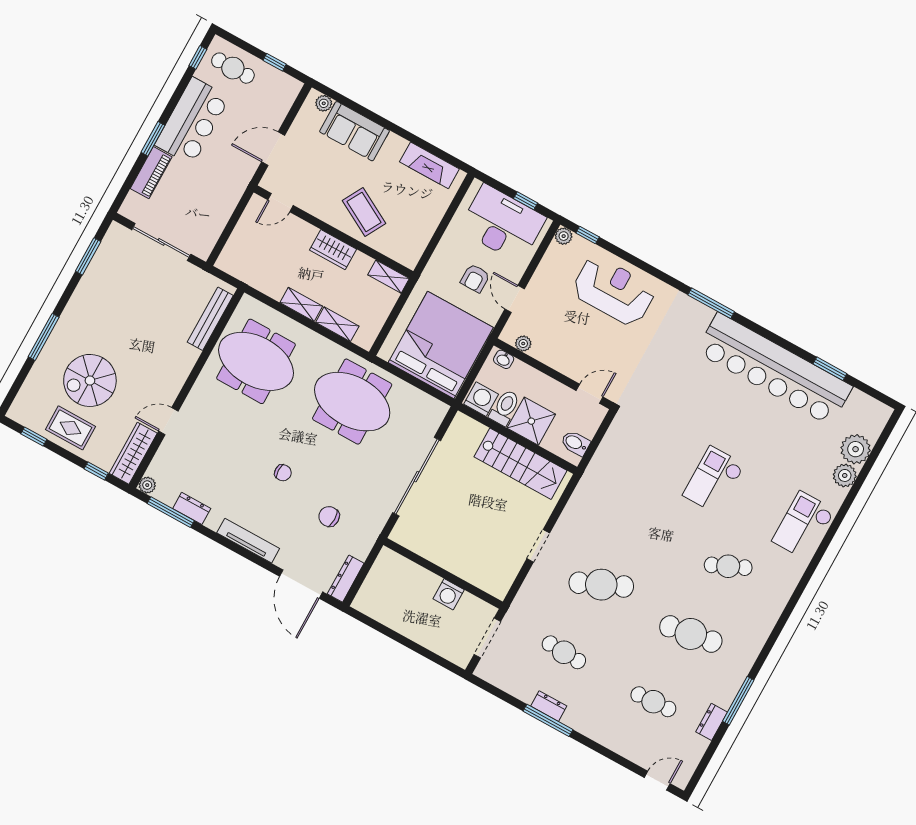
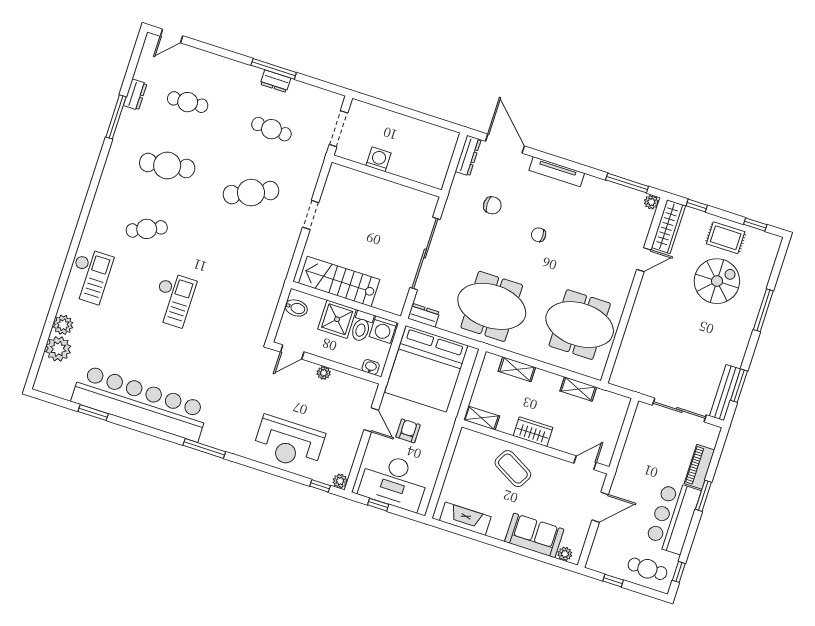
shelving: (301, 304) -> (578, 389), moved
bench: (210, 319) -> (725, 393), moved
plant: (523, 344) -> (324, 373), moved
dresser: (192, 508) -> (424, 315), moved, turned 180

